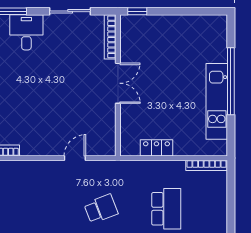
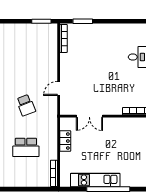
double door: (118, 83) -> (89, 116), moved
door: (75, 158) -> (59, 88), swing flipped

